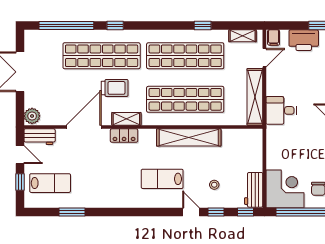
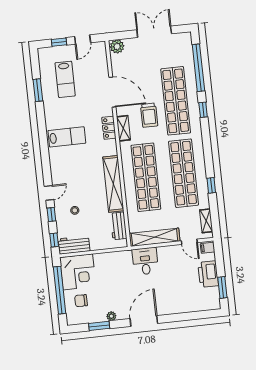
workbench: (40, 137) -> (118, 226), moved
lab bench: (162, 179) -> (67, 137), moved, turned 90
lab bench: (50, 183) -> (65, 79), moved

